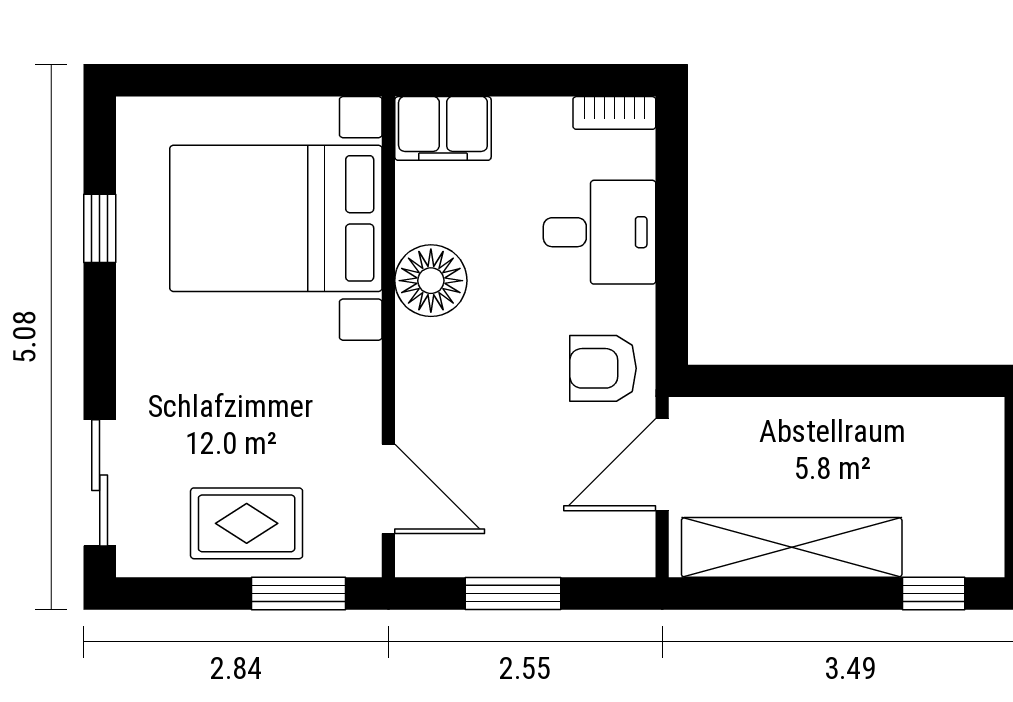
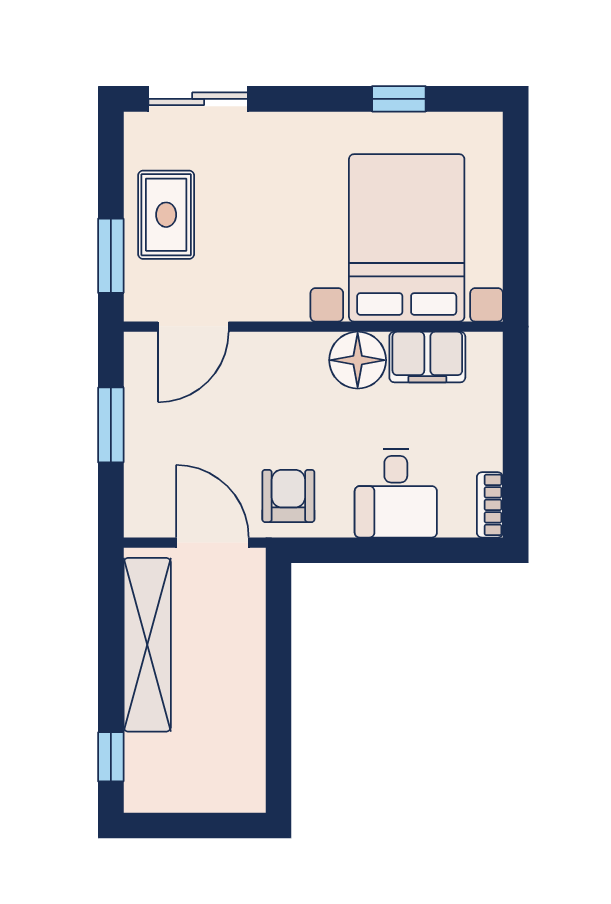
filing cabinet: (443, 128) -> (427, 357), moved, turned -90

